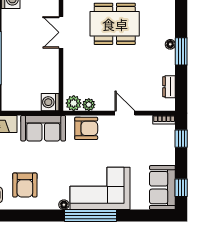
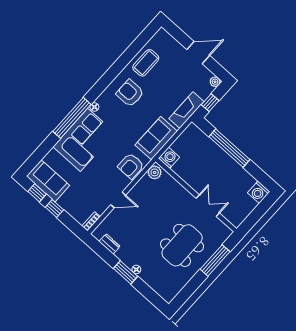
plant: (89, 105) -> (145, 181), removed
window: (181, 139) -> (54, 208), moved

